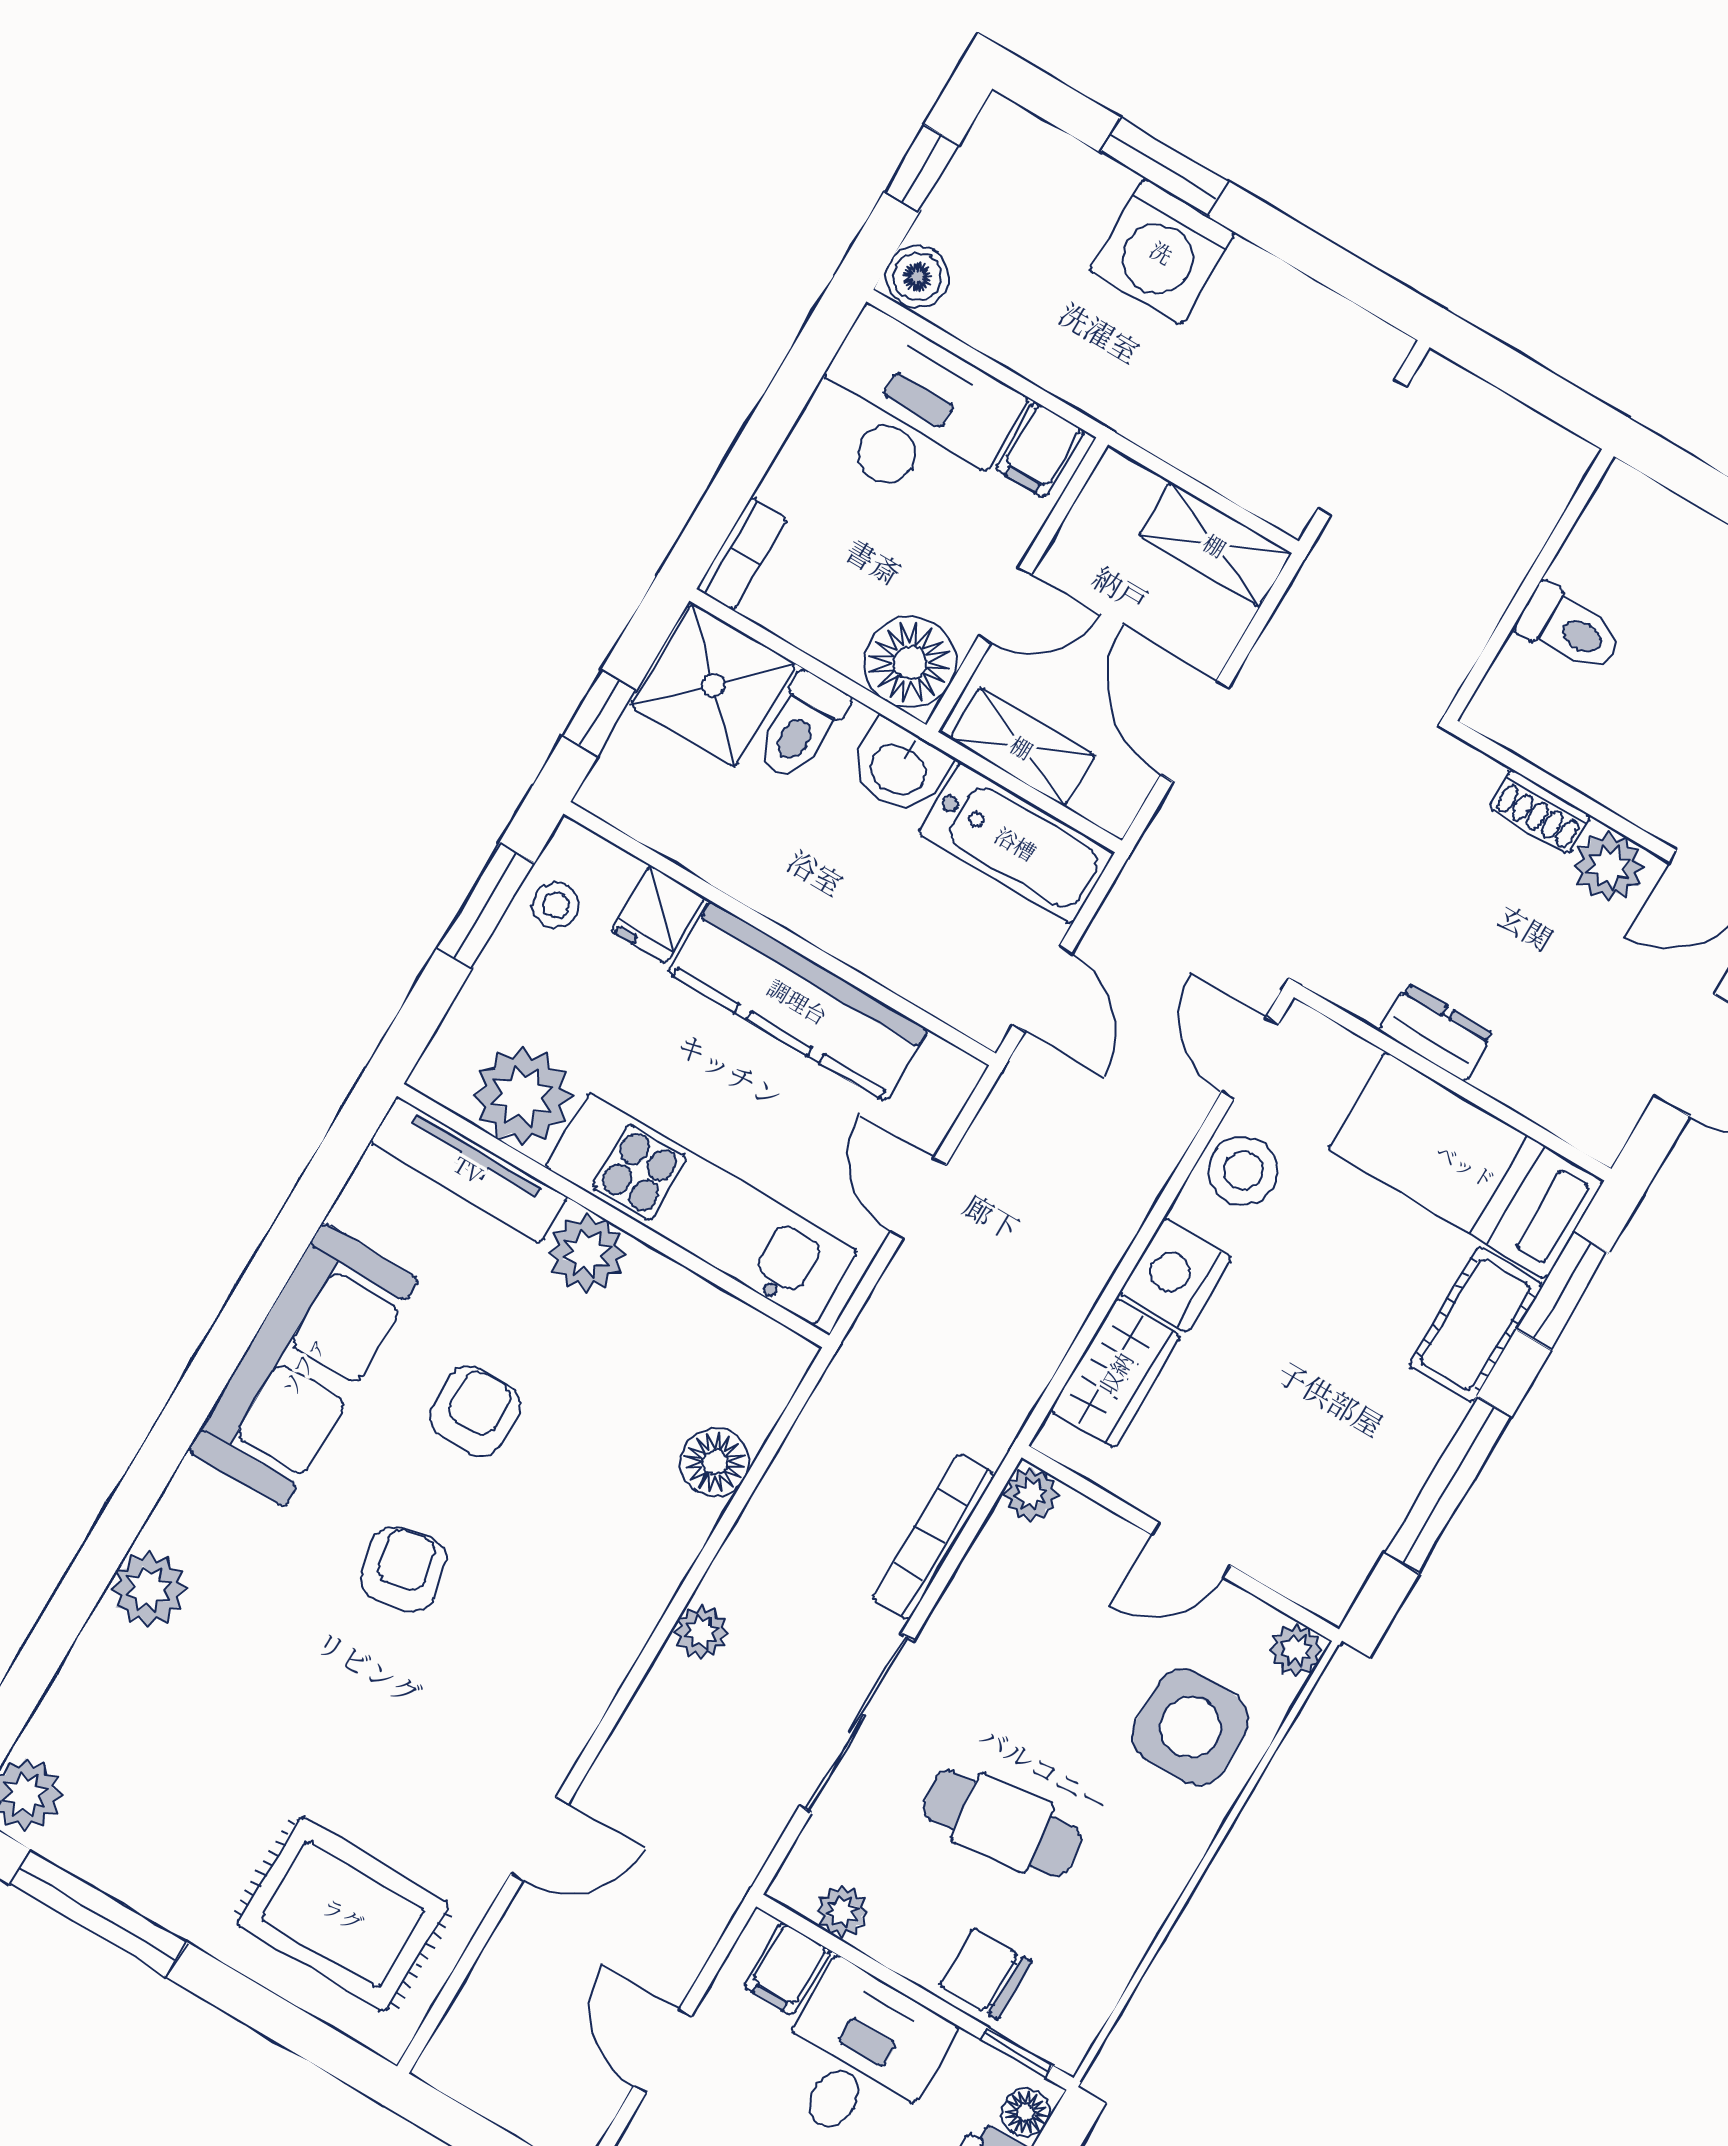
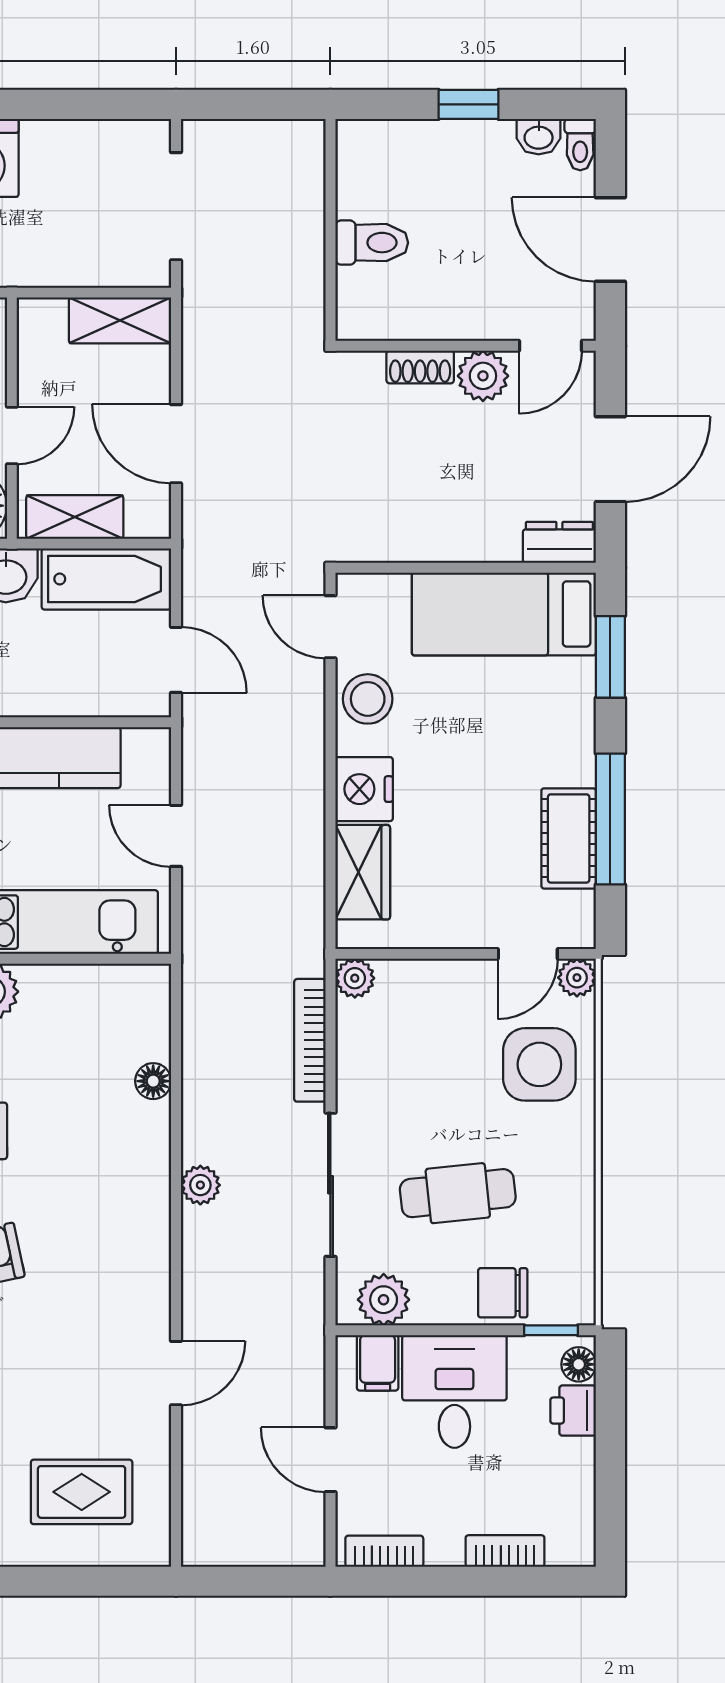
dresser: (1436, 1033) -> (559, 542), moved
cot: (1475, 1325) -> (569, 838), moved
floor lamp: (715, 1462) -> (153, 1081), width x0.73, depth x0.73
door: (1191, 1550) -> (528, 954), moved
plant: (842, 1911) -> (384, 1300), width x1.38, depth x1.38
rug: (343, 1914) -> (82, 1492), width x0.73, depth x0.70

